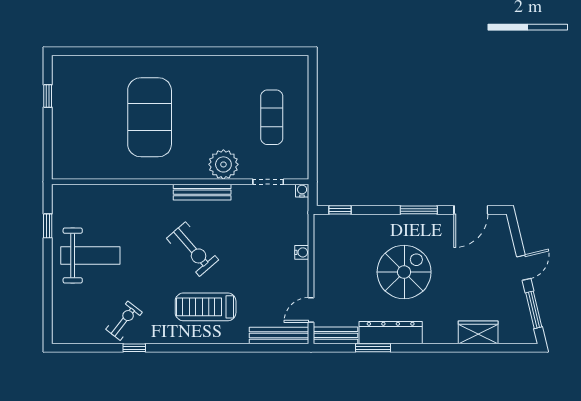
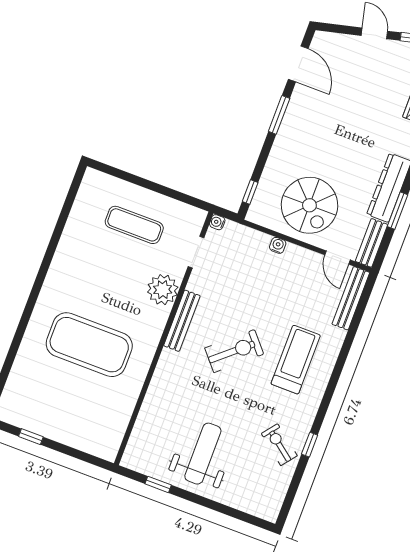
spiral stairs: (404, 272) -> (309, 205), moved, turned 180
treadmill: (206, 307) -> (296, 360), turned 180

